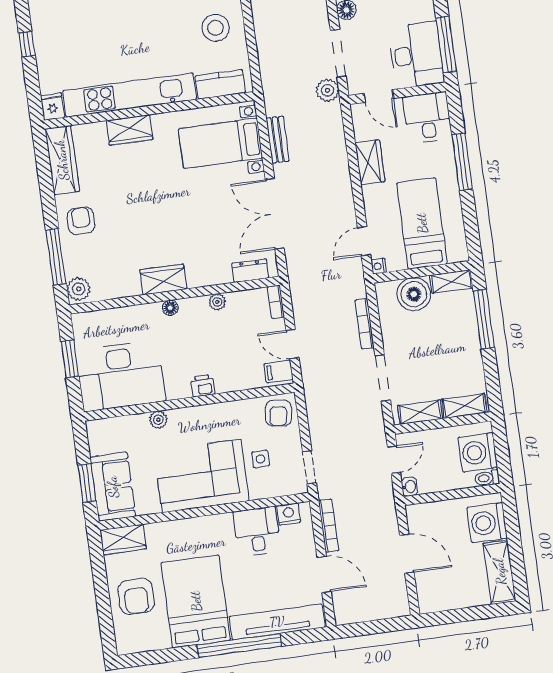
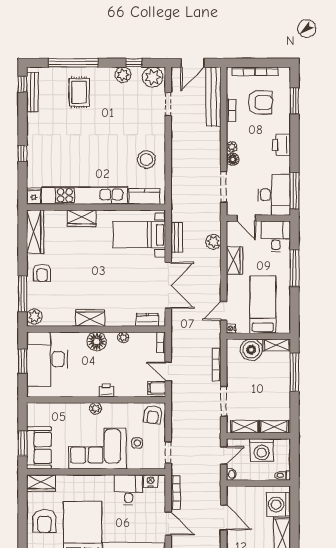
plant: (327, 90) -> (213, 242), moved
double door: (275, 214) -> (168, 285), swing flipped
armchair: (81, 221) -> (42, 273), turned 180
floor lamp: (170, 308) -> (97, 341), width x1.89, depth x1.89
desk: (121, 376) -> (47, 359), moved, turned 90
plant: (158, 420) -> (95, 408), moved
washing machine: (478, 452) -> (262, 450), moved, turned -90

